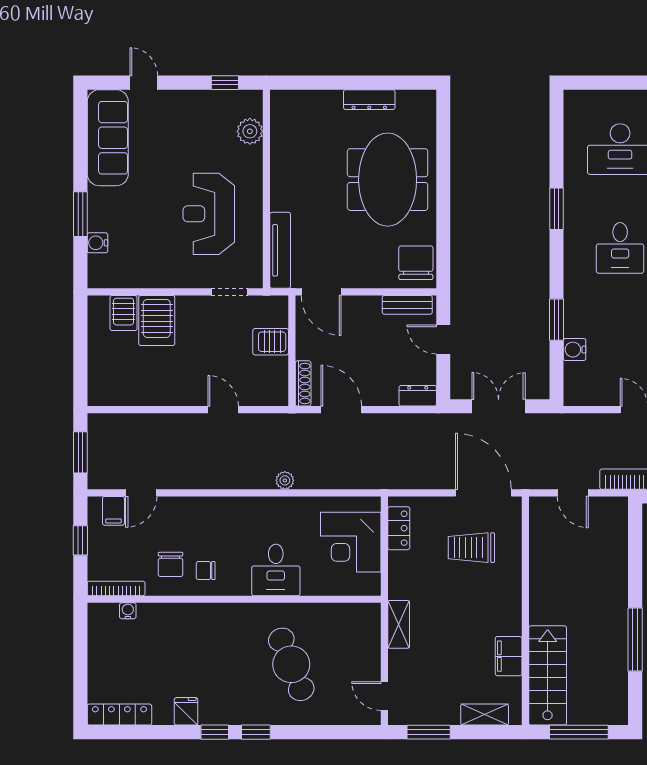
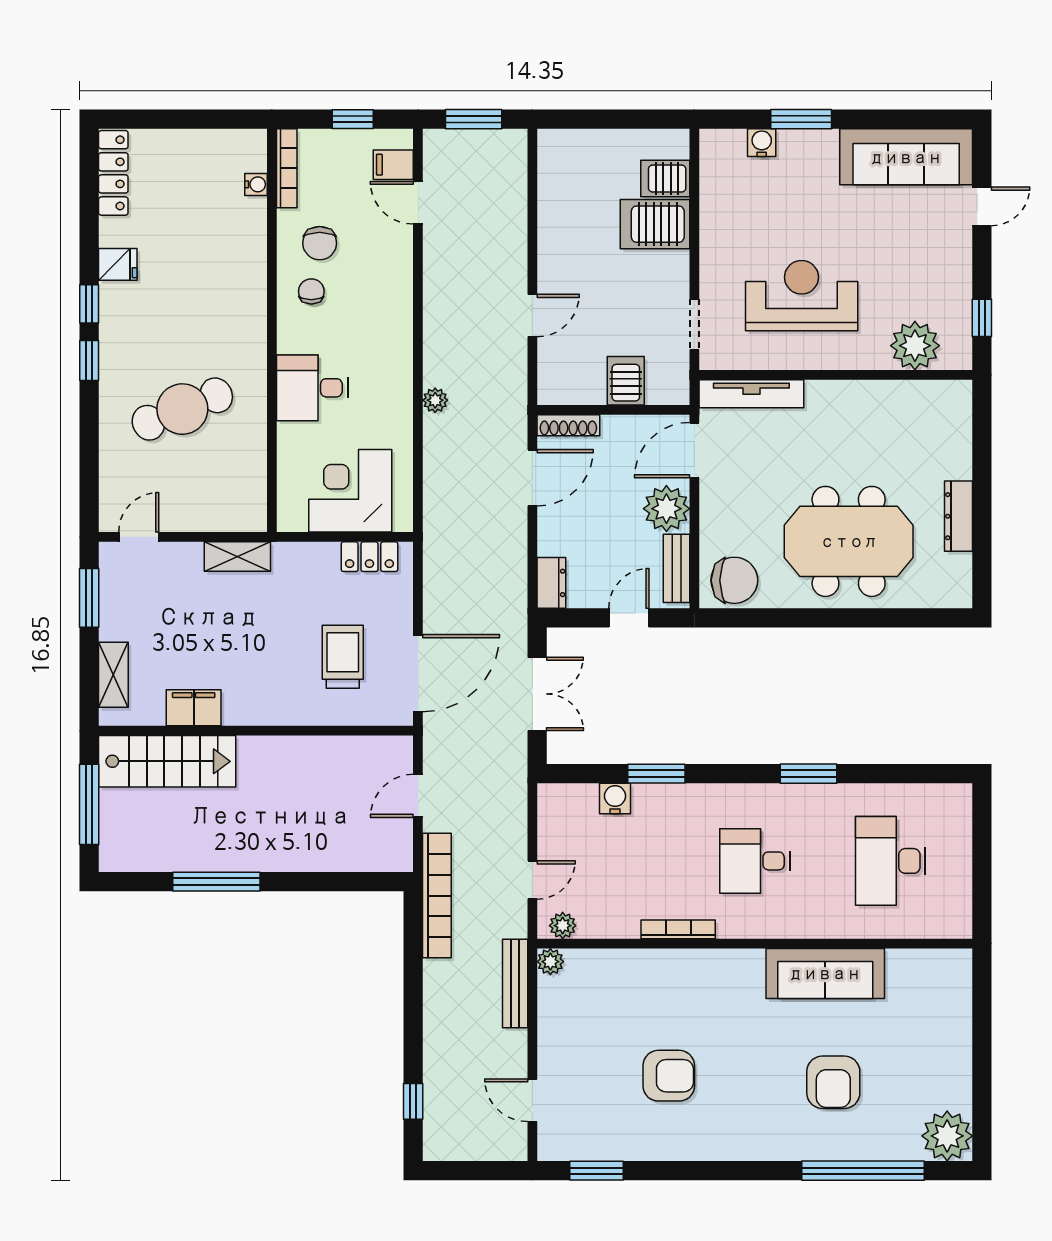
plant: (250, 131) -> (915, 346), width x1.36, depth x1.36
plant: (364, 312) -> (666, 509), added
chair: (171, 564) -> (320, 243), turned -90

